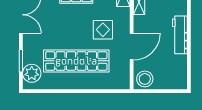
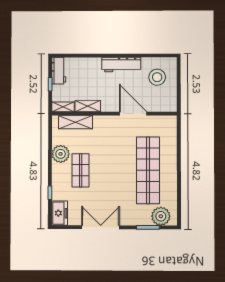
display table: (103, 30) -> (116, 143), removed
stool: (145, 79) -> (157, 77), moved

